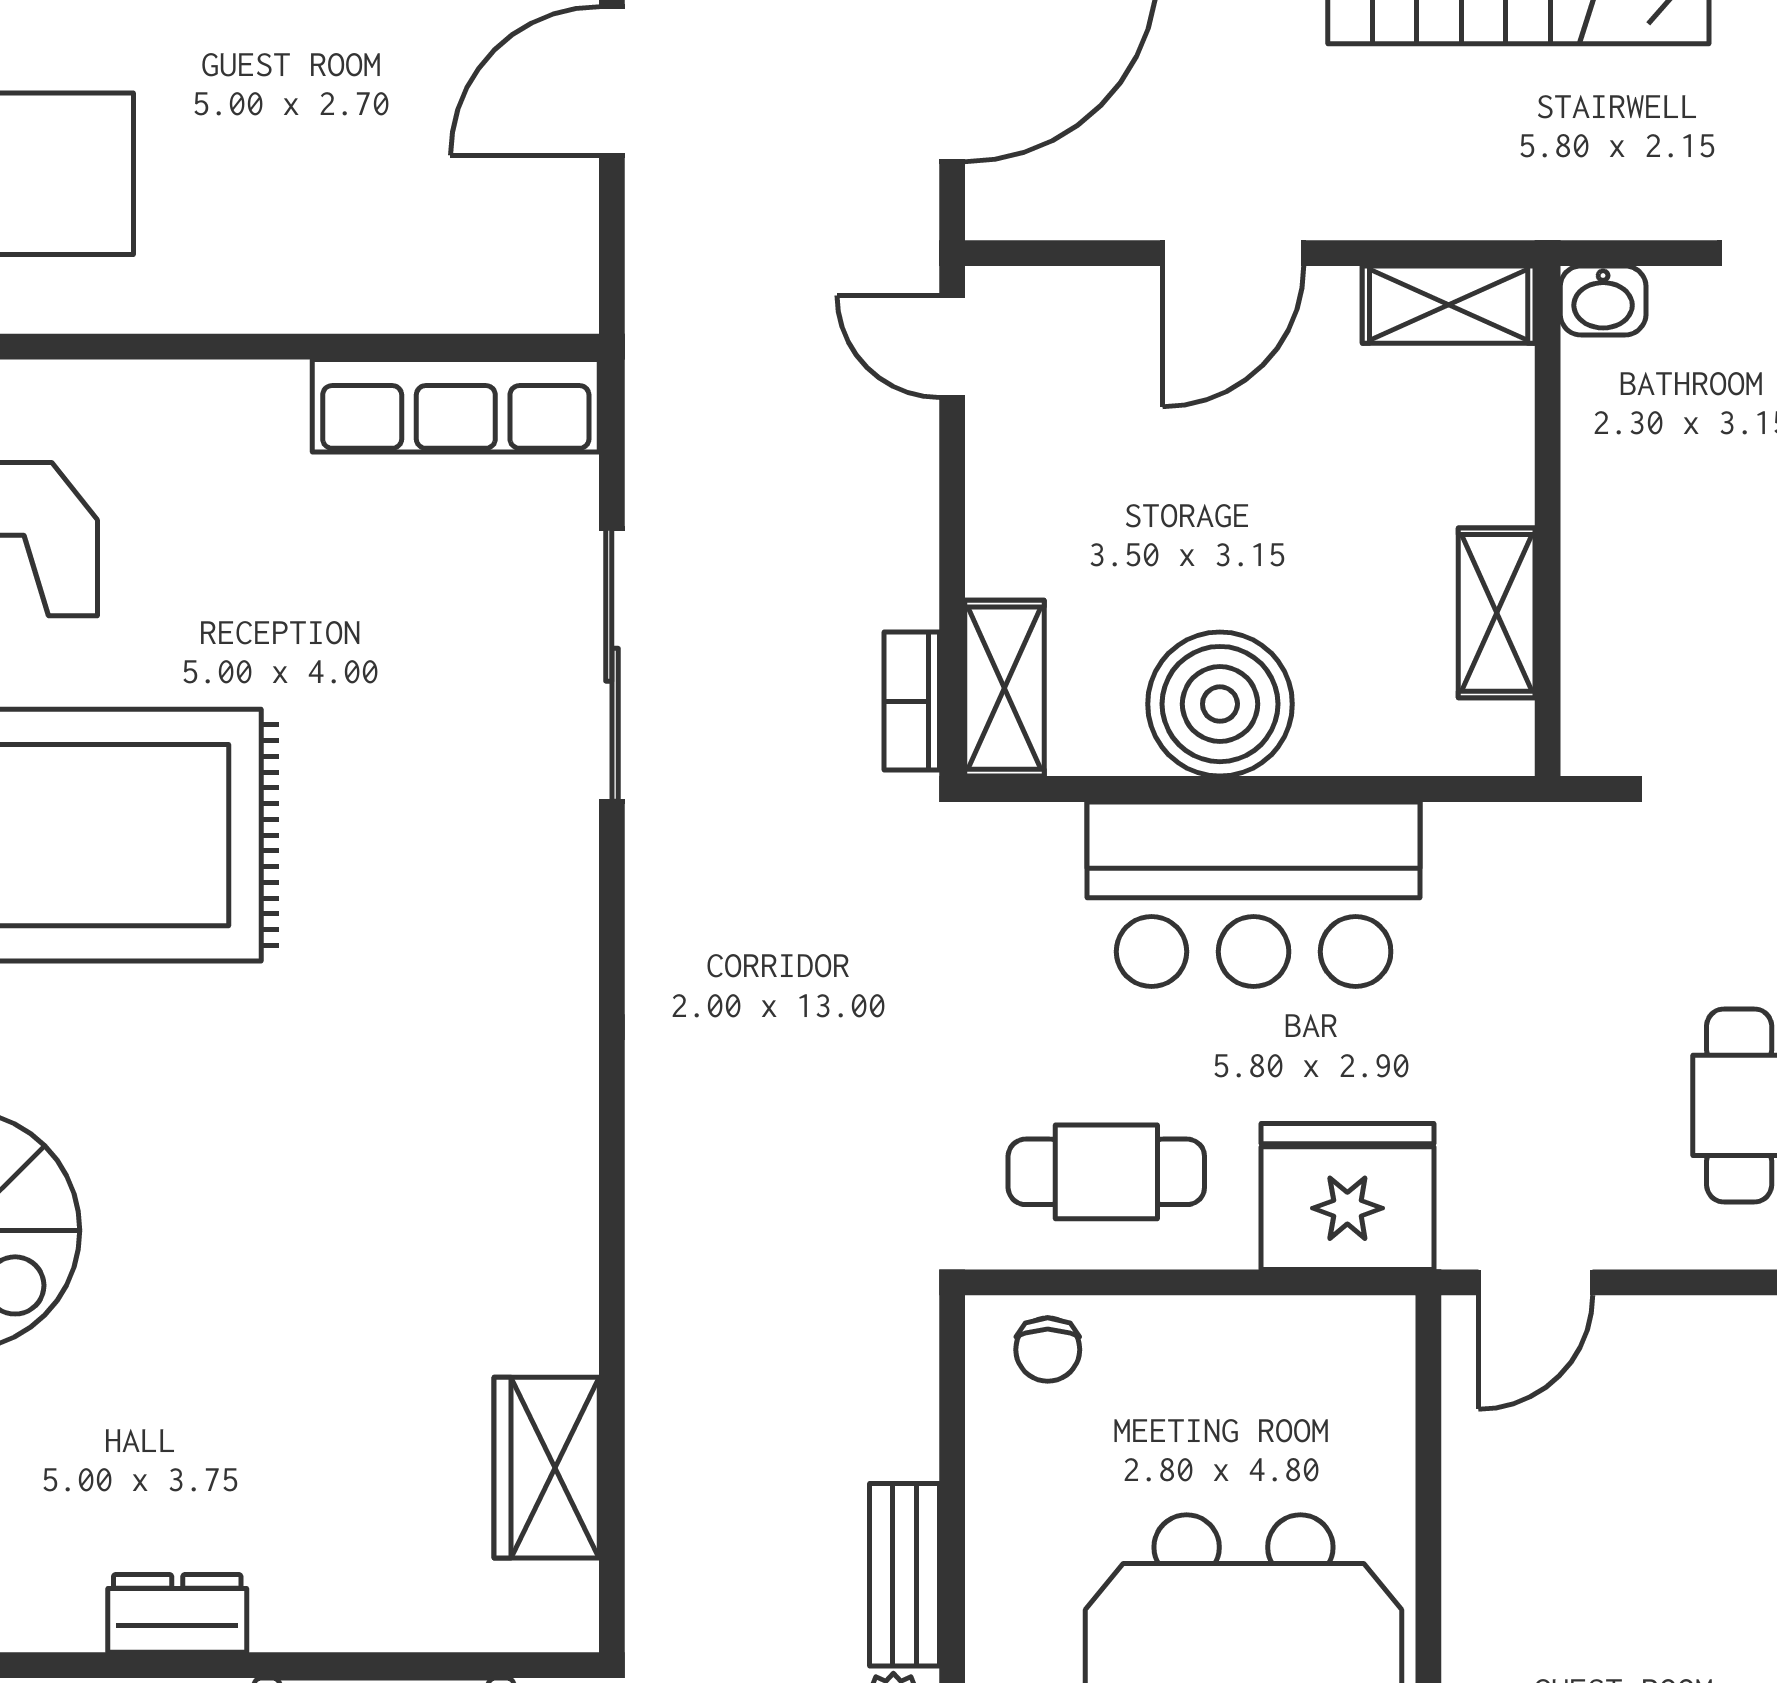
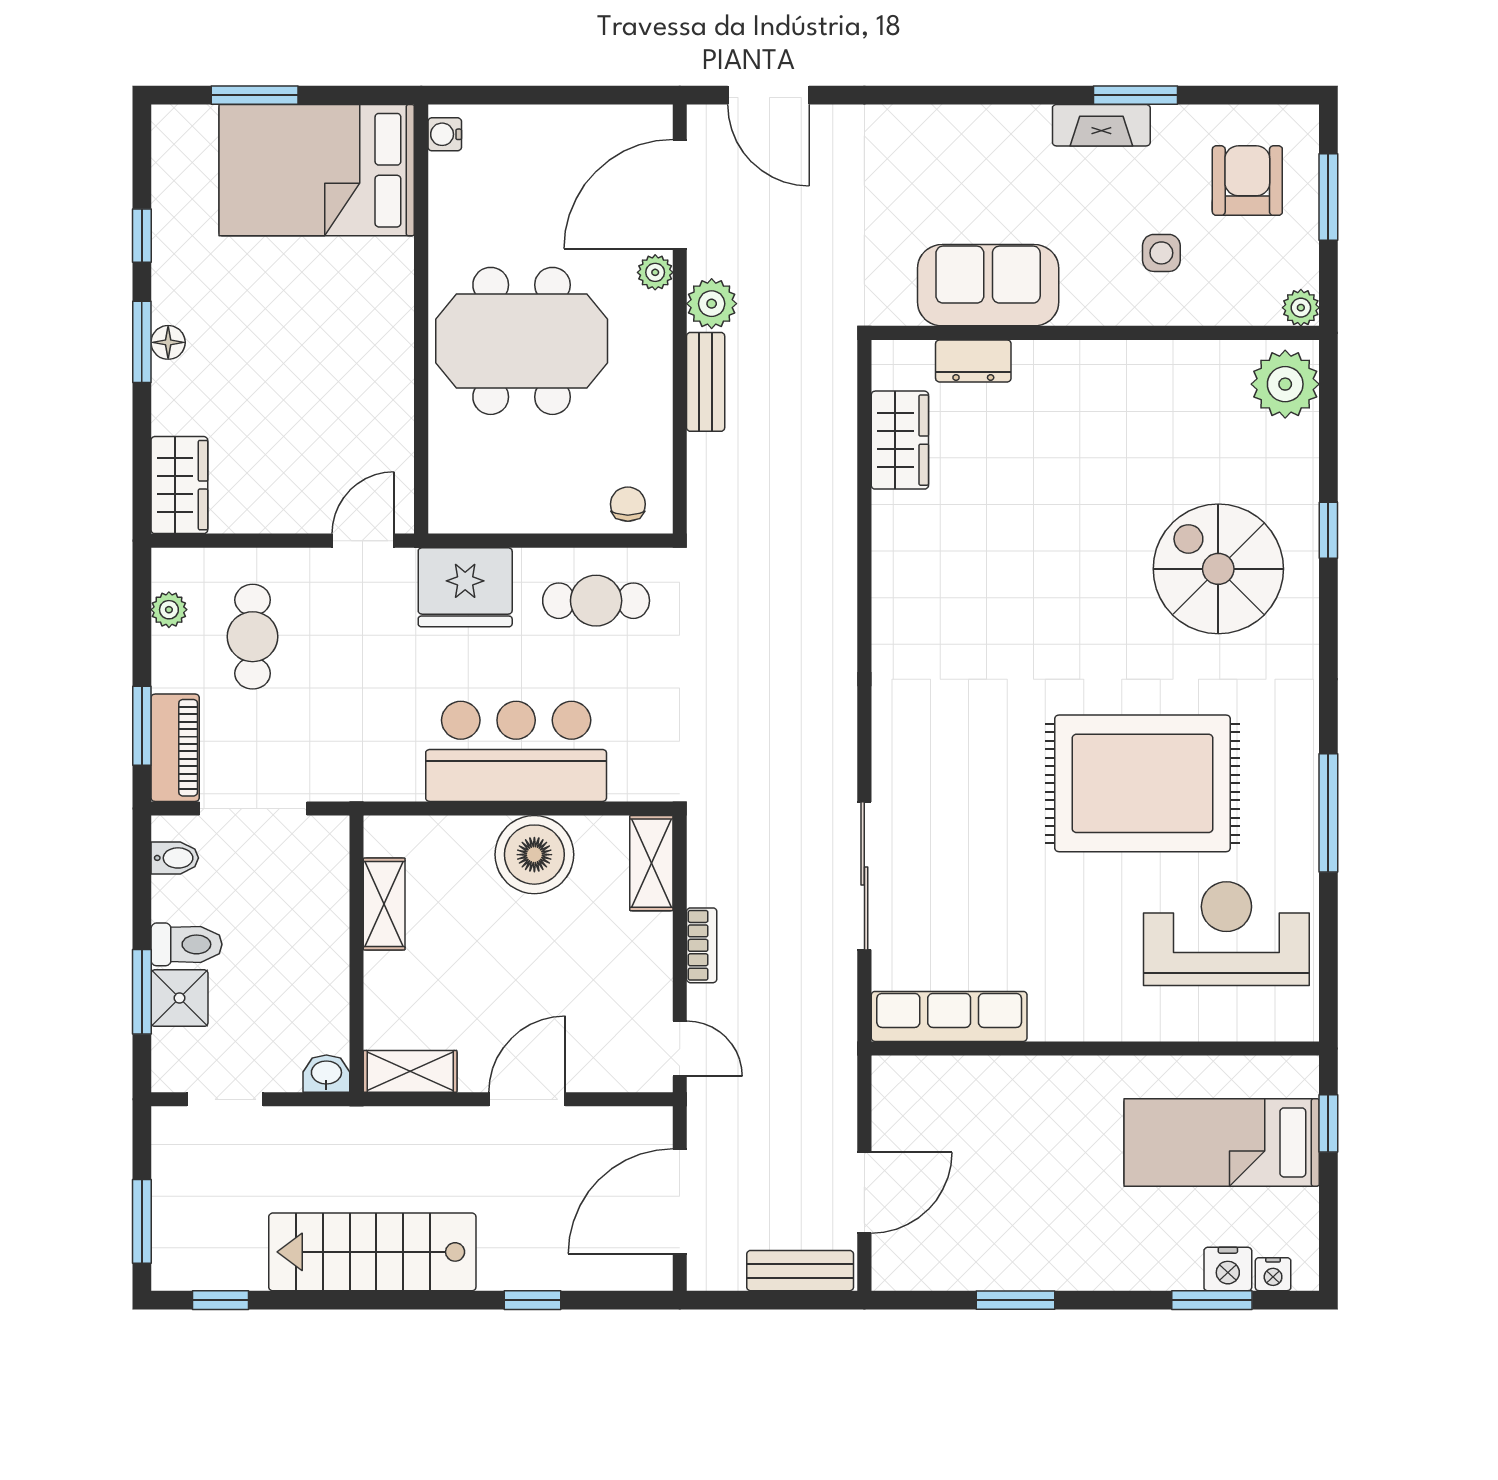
bookcase: (912, 701) -> (702, 945), moved
dresser: (177, 1613) -> (973, 361), moved

